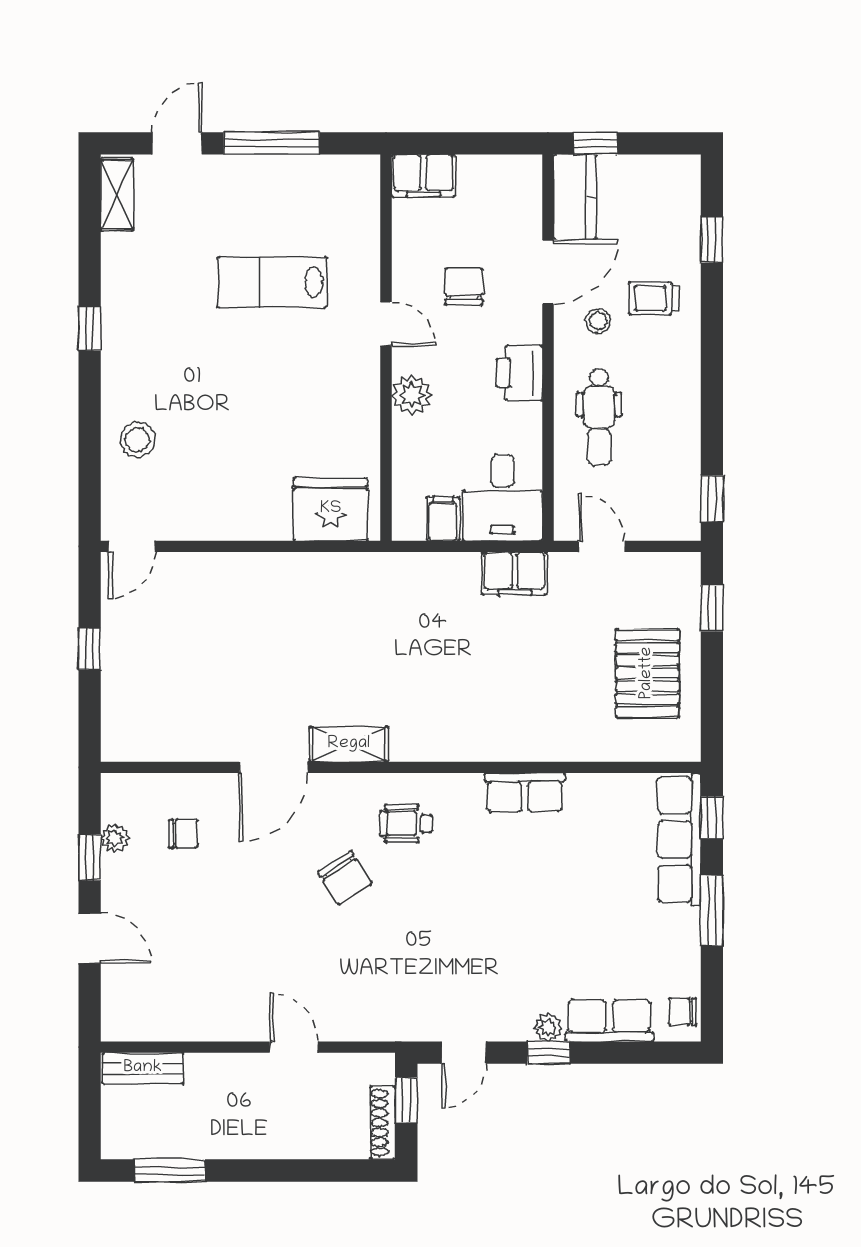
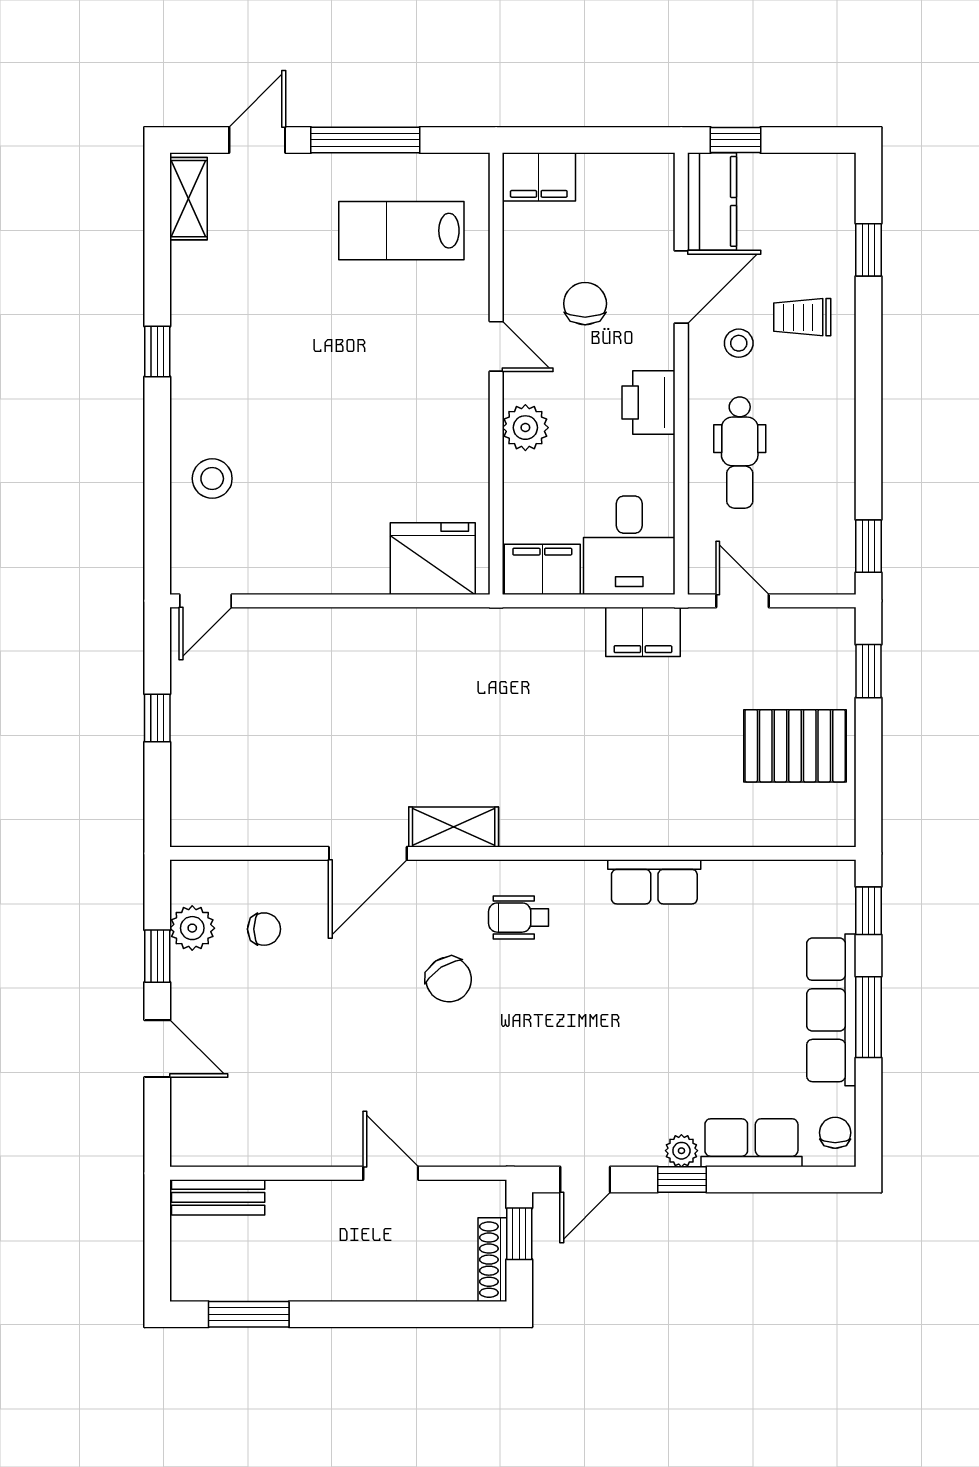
lab bench: (272, 282) -> (401, 231), moved
filing cabinet: (443, 519) -> (542, 569), width x2.00
pallet: (647, 673) -> (795, 746), turned 90
plant: (115, 838) -> (192, 928), width x1.38, depth x1.38
row of seats: (679, 839) -> (831, 1010), moved
chair: (683, 1012) -> (835, 1133), turned 90

